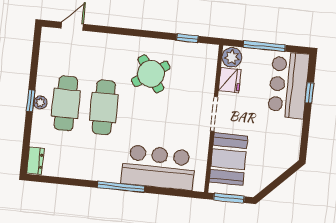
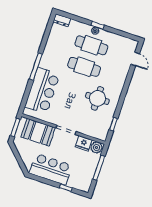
round table: (151, 74) -> (97, 98), turned 34
bar counter: (289, 85) -> (51, 169), moved

